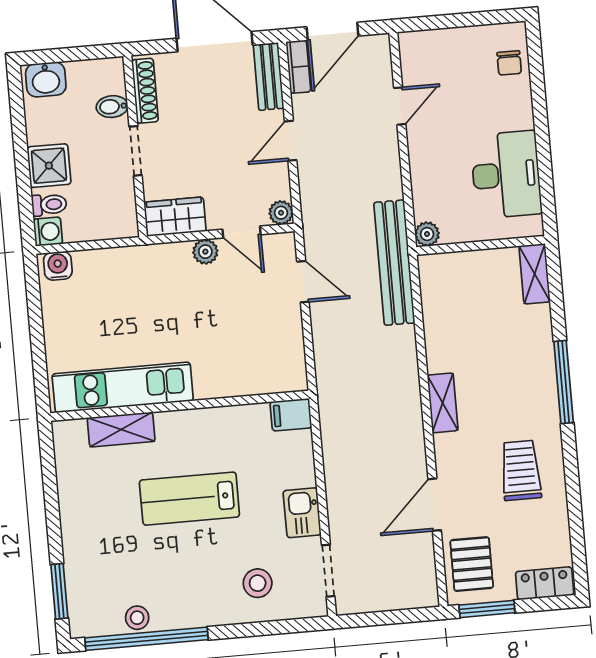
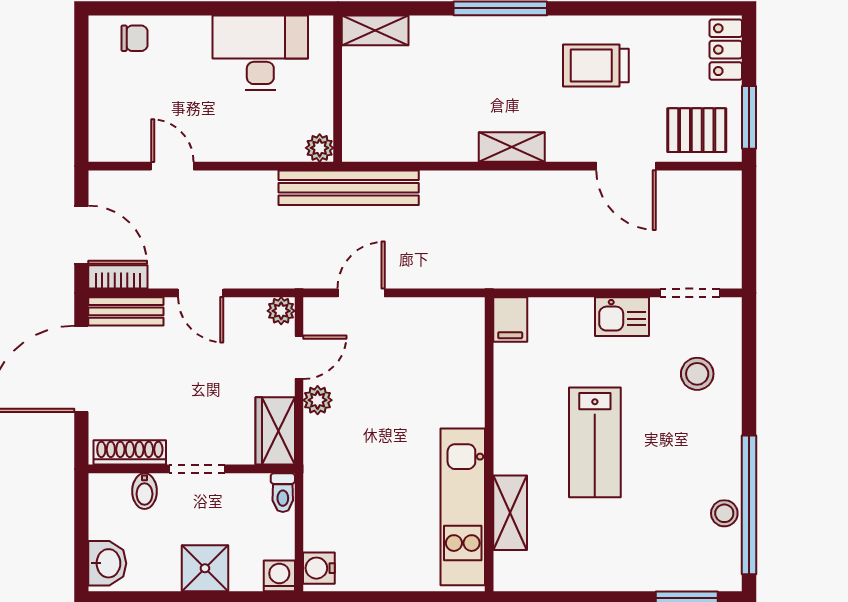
toilet: (49, 205) -> (283, 493), moved, turned 180

